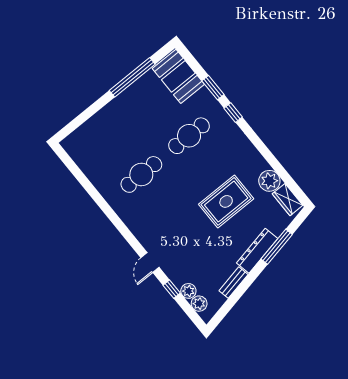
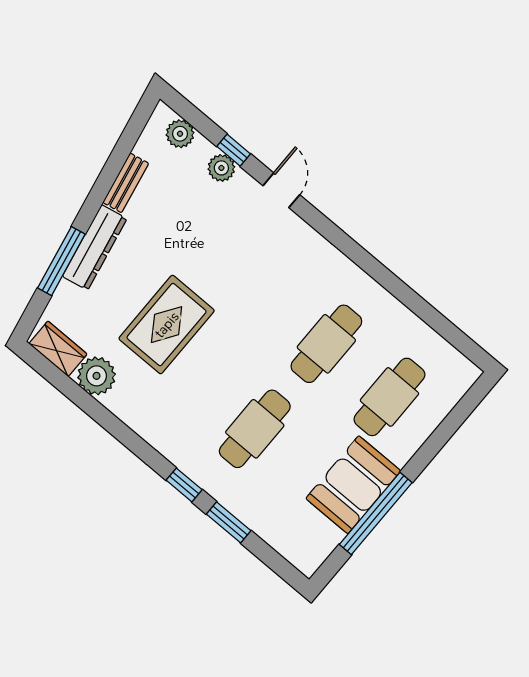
booth: (178, 76) -> (353, 485), moved, turned 90
cafe table: (113, 139) -> (389, 397), added
plant: (188, 291) -> (221, 168), moved

